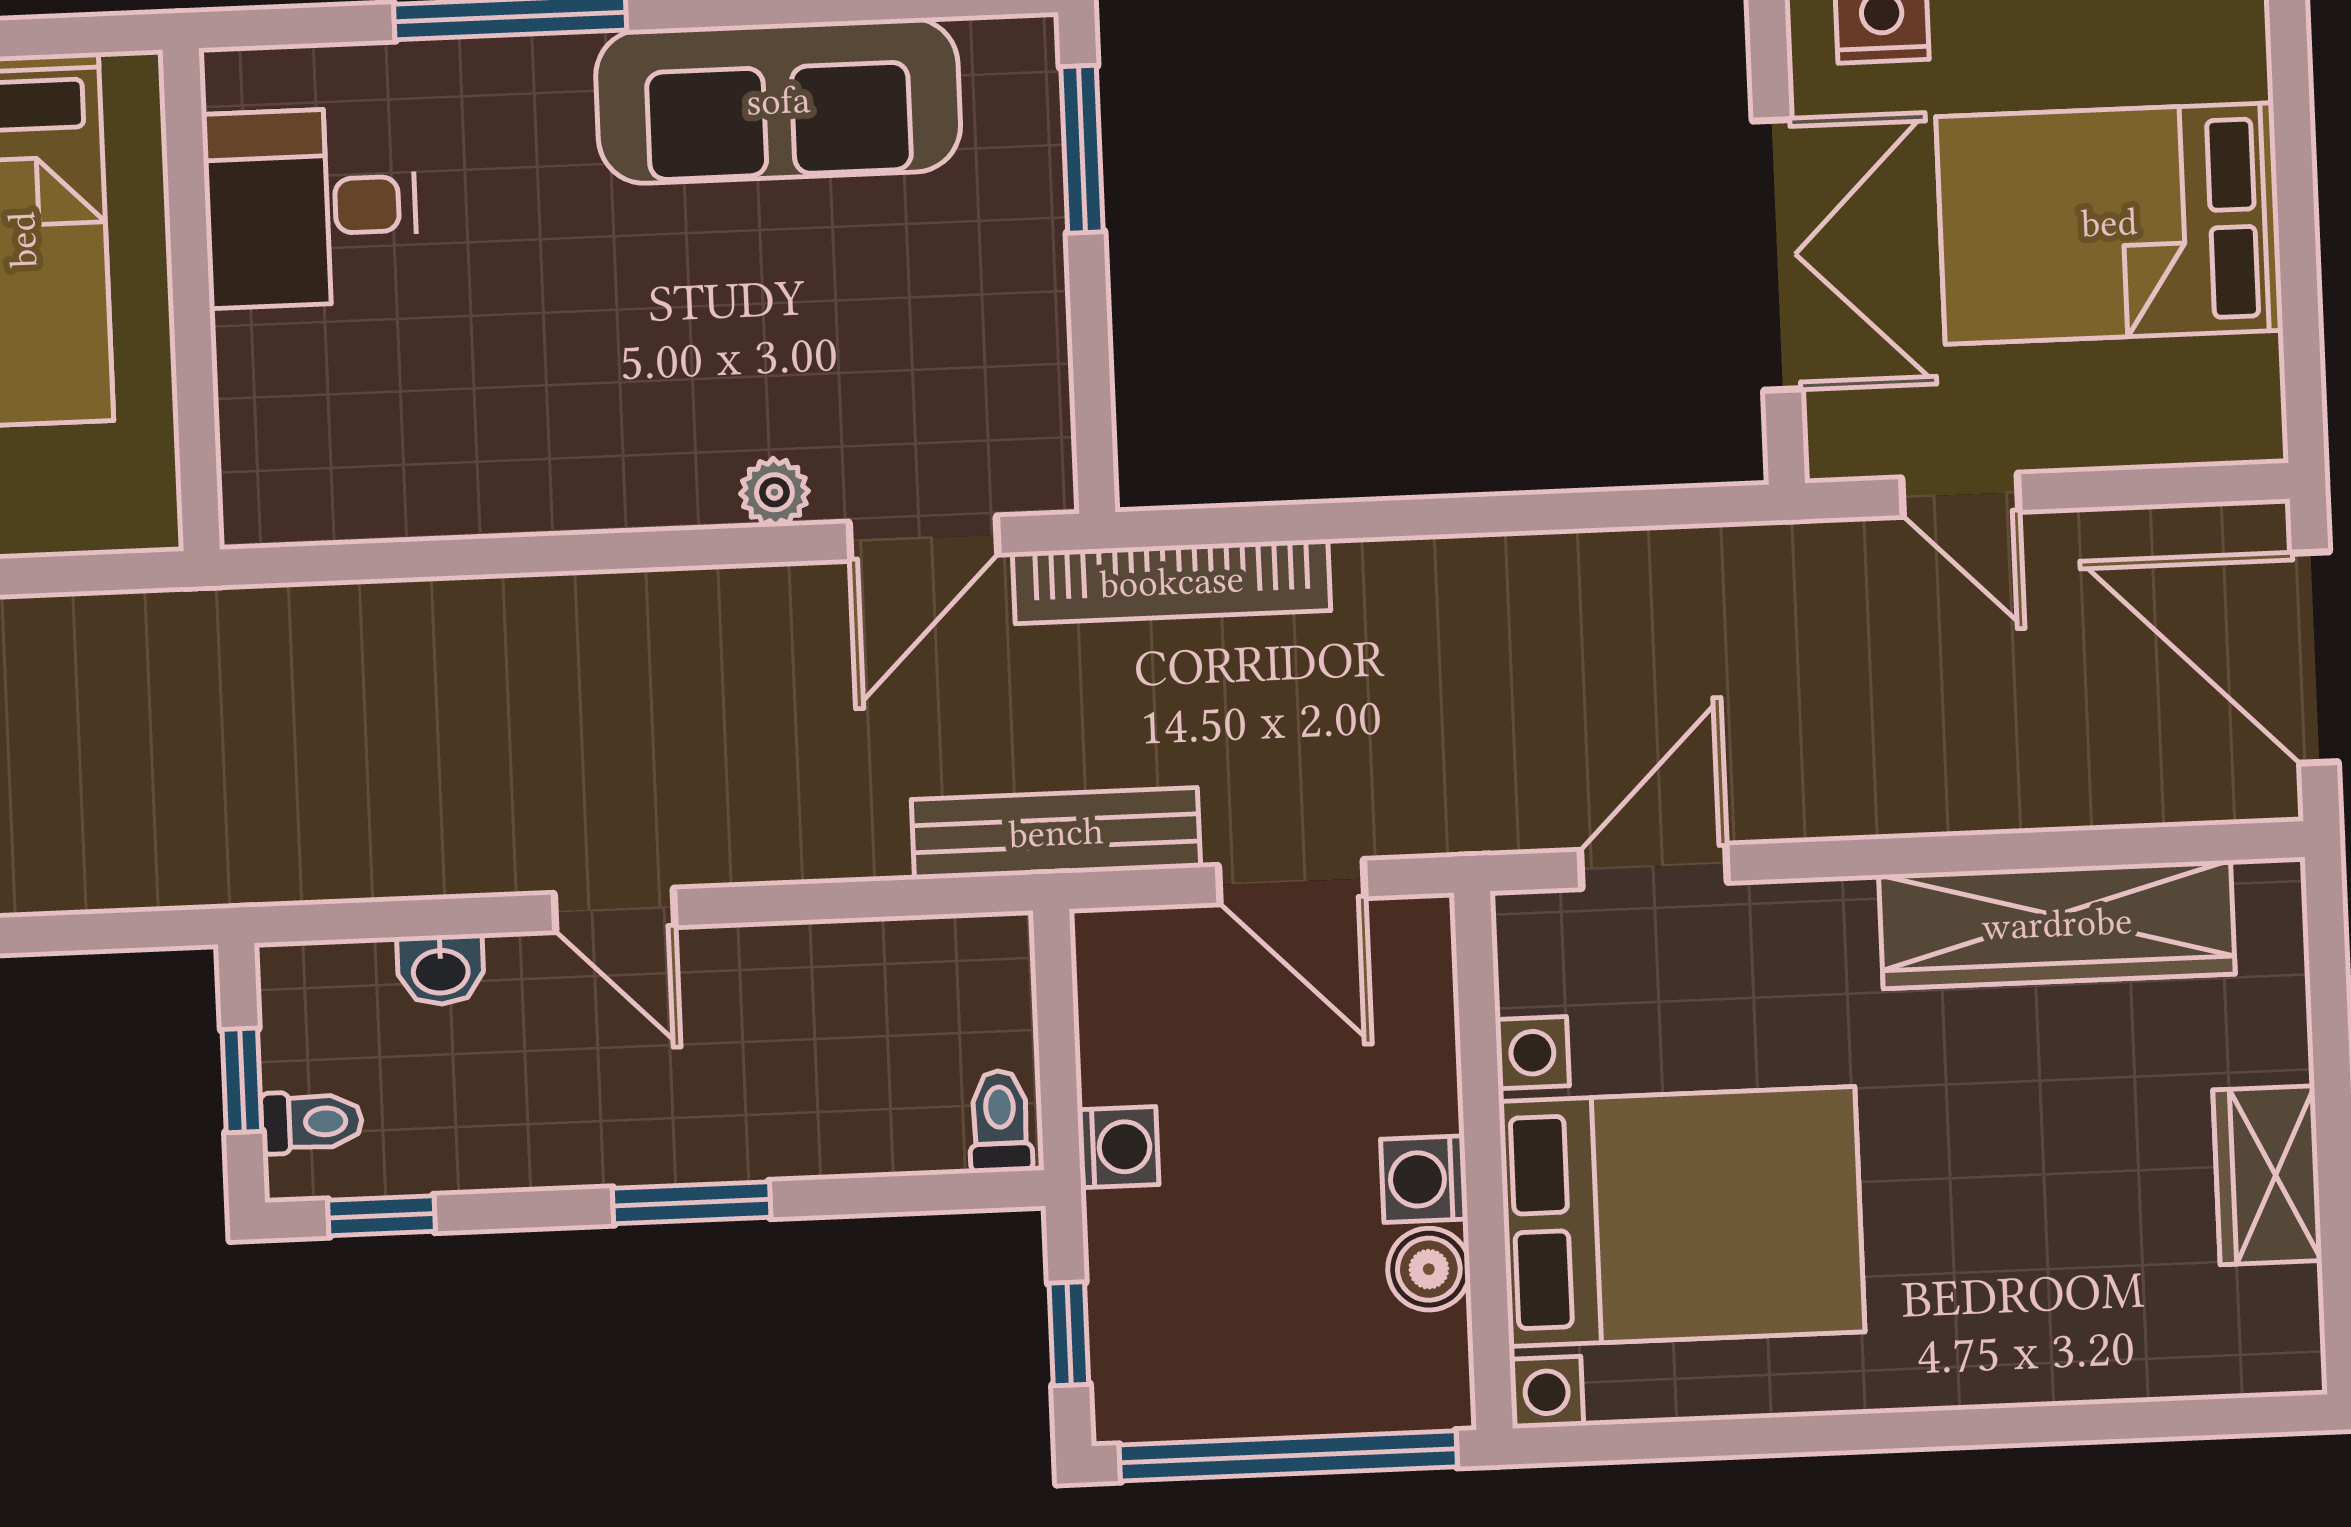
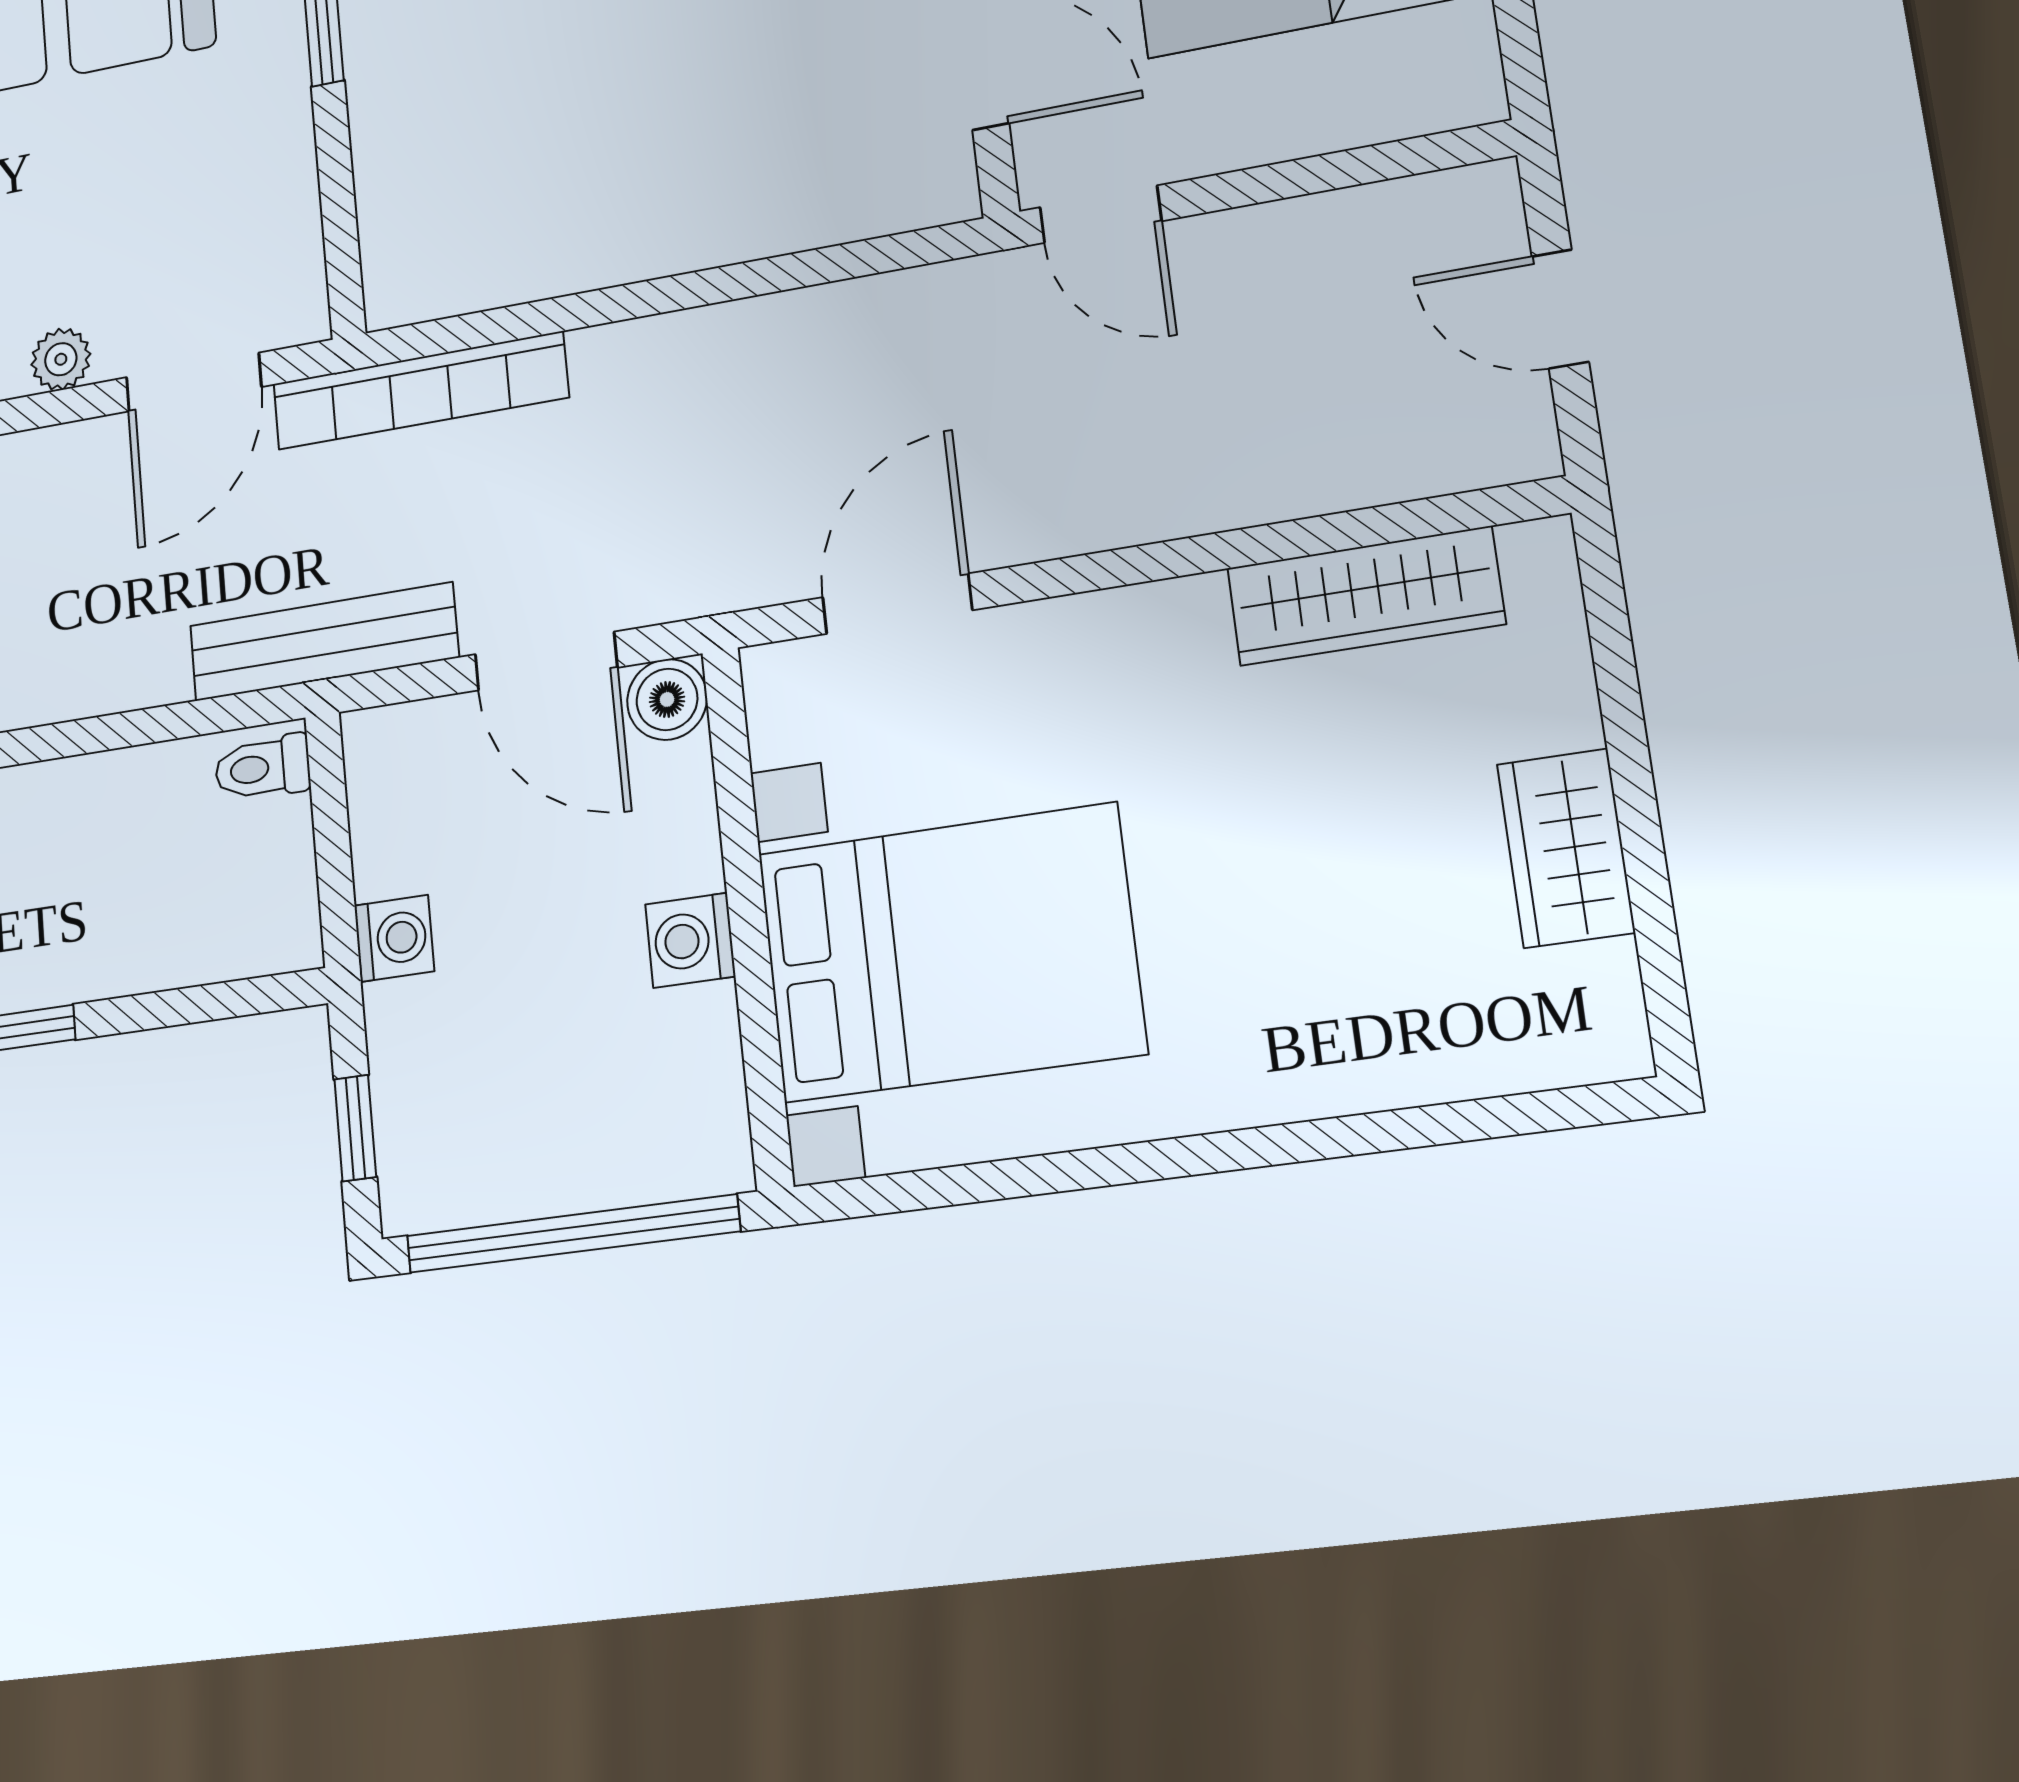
door: (1960, 495) -> (1101, 214), moved
door: (2315, 658) -> (1560, 309), width x0.53
wardrobe: (2057, 924) -> (1365, 596), width x0.71, depth x0.85
toilet: (1000, 1121) -> (263, 768), moved, turned -90
boiler: (1429, 1269) -> (667, 699), moved

